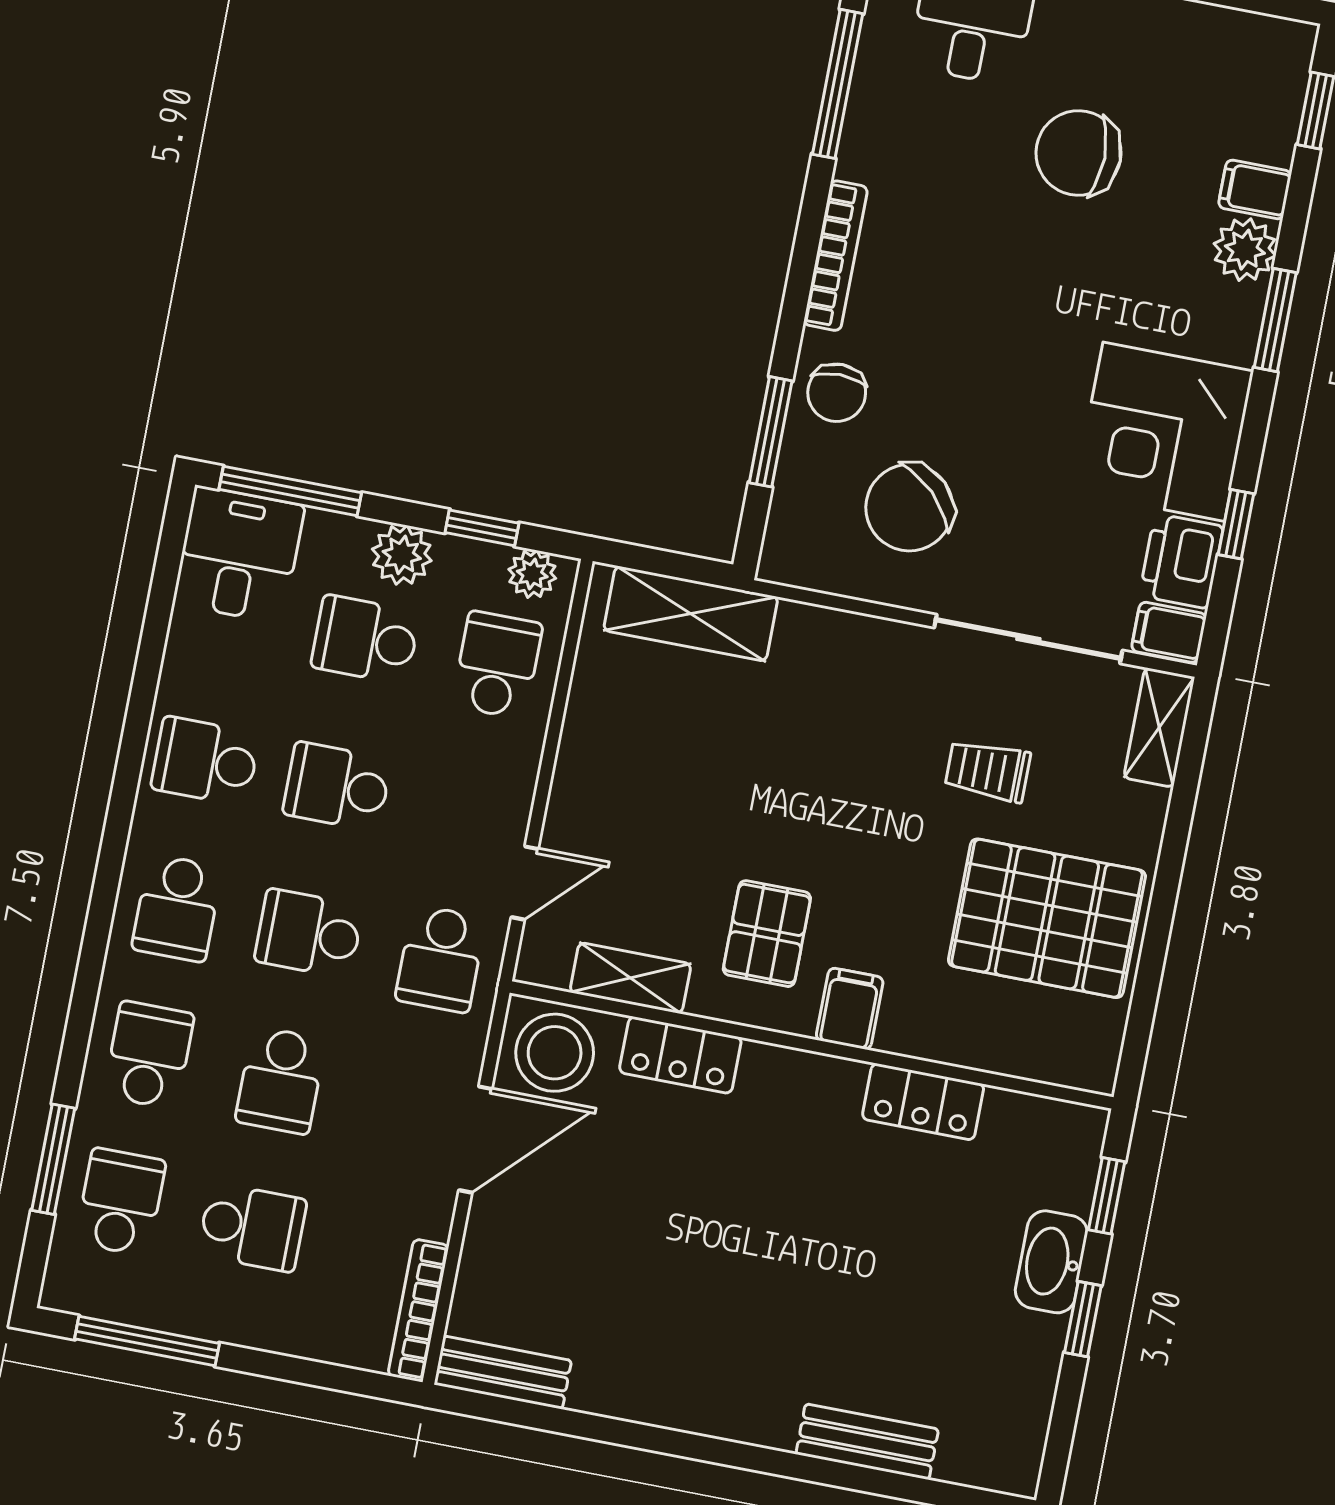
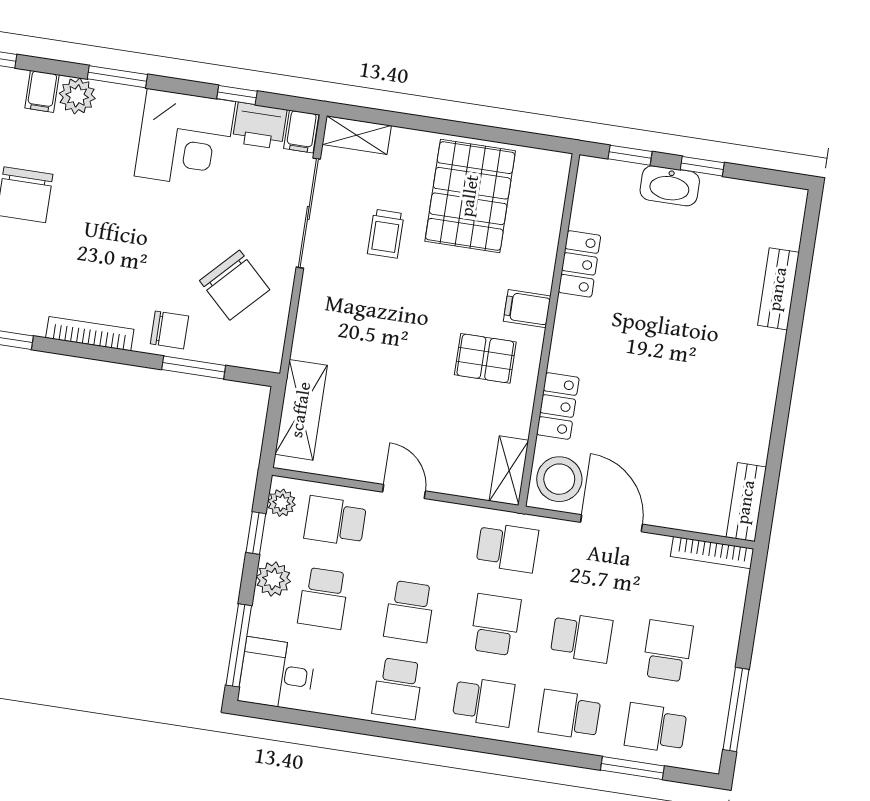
door: (525, 883) -> (404, 491), moved
school desk: (309, 933) -> (495, 625), turned 180
shelving: (630, 978) -> (509, 471), moved

